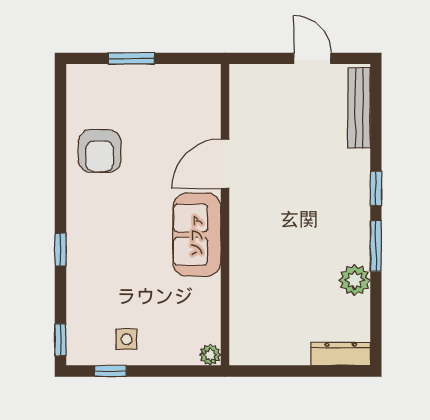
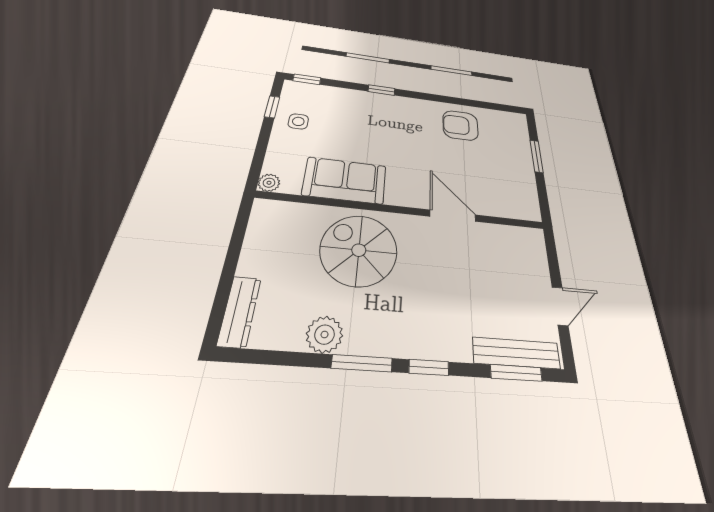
window: (376, 110) -> (516, 373), added
sofa: (197, 235) -> (345, 180), moved
spiral stairs: (274, 258) -> (359, 250), added

